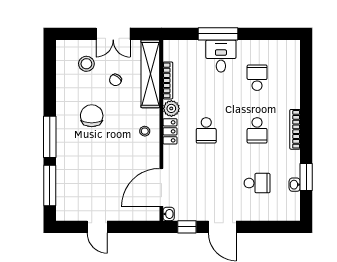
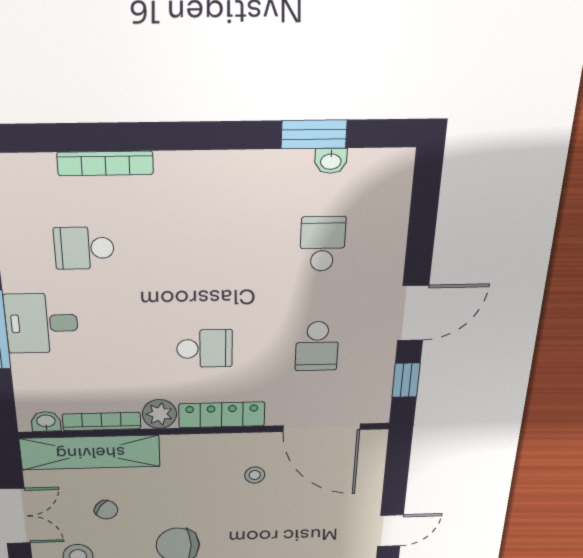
bookcase: (295, 129) -> (105, 163), moved
school desk: (257, 130) -> (317, 346), moved, turned 90
stool: (145, 131) -> (255, 475), moved
locker: (170, 131) -> (222, 415), width x1.53
washbasin: (169, 214) -> (46, 421), moved

